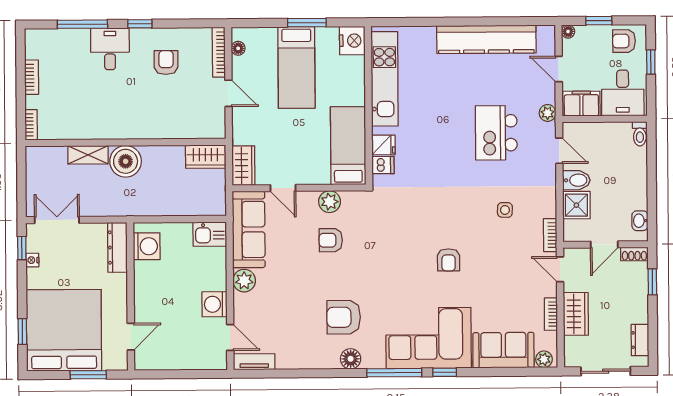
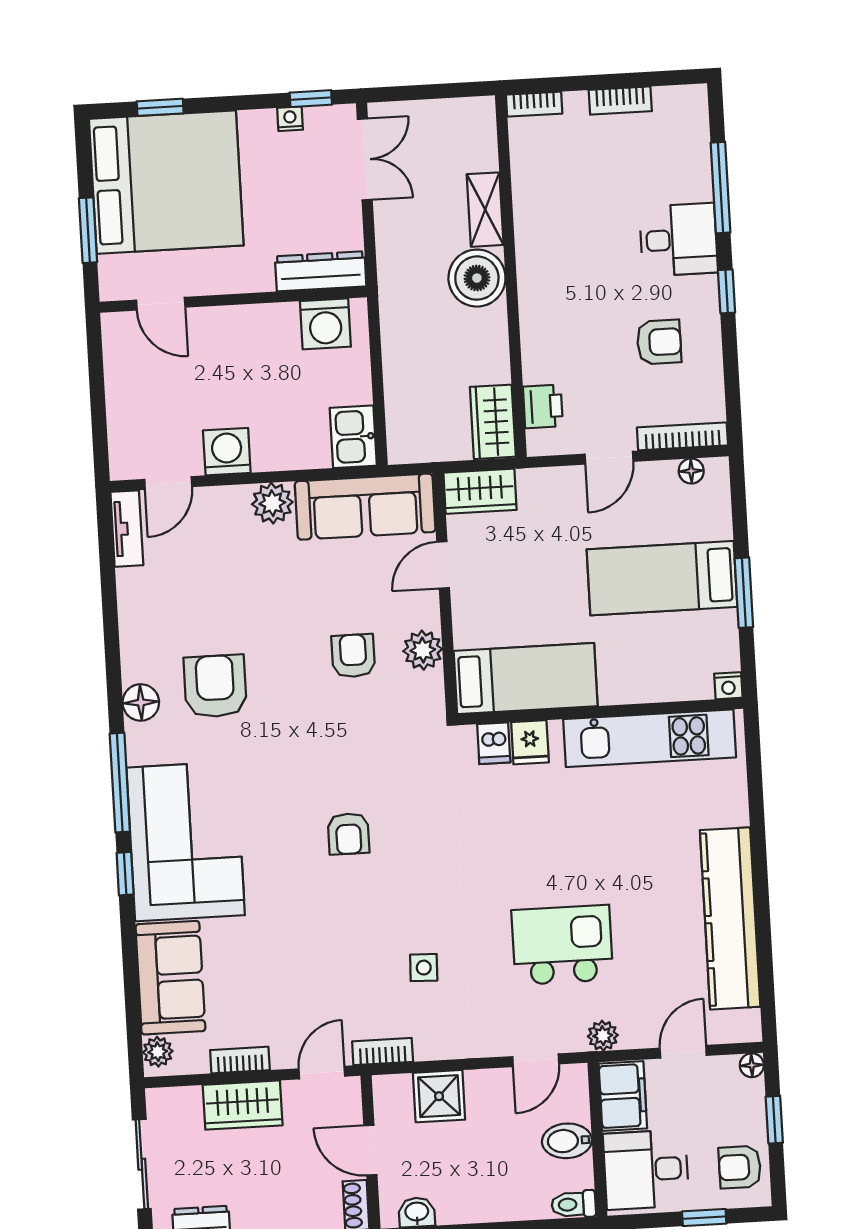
nightstand: (352, 41) -> (728, 686), width x0.53, depth x0.56
armchair: (624, 41) -> (740, 1167), turned -90
printer: (198, 128) -> (543, 406), added
bidet: (576, 180) -> (567, 1141), moved, turned 90
armchair: (449, 260) -> (348, 834), moved, turned -90

